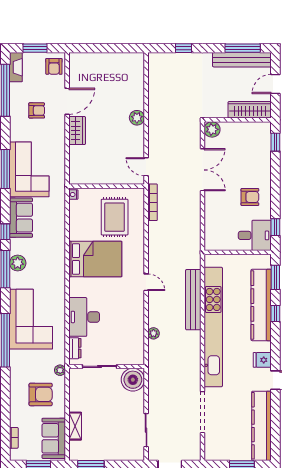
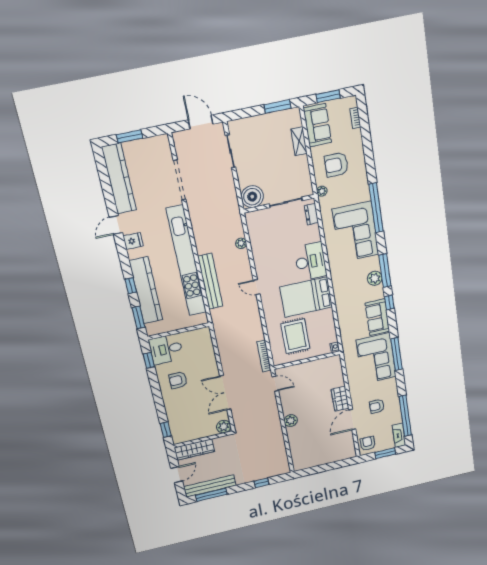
desk: (84, 317) -> (311, 261), moved

